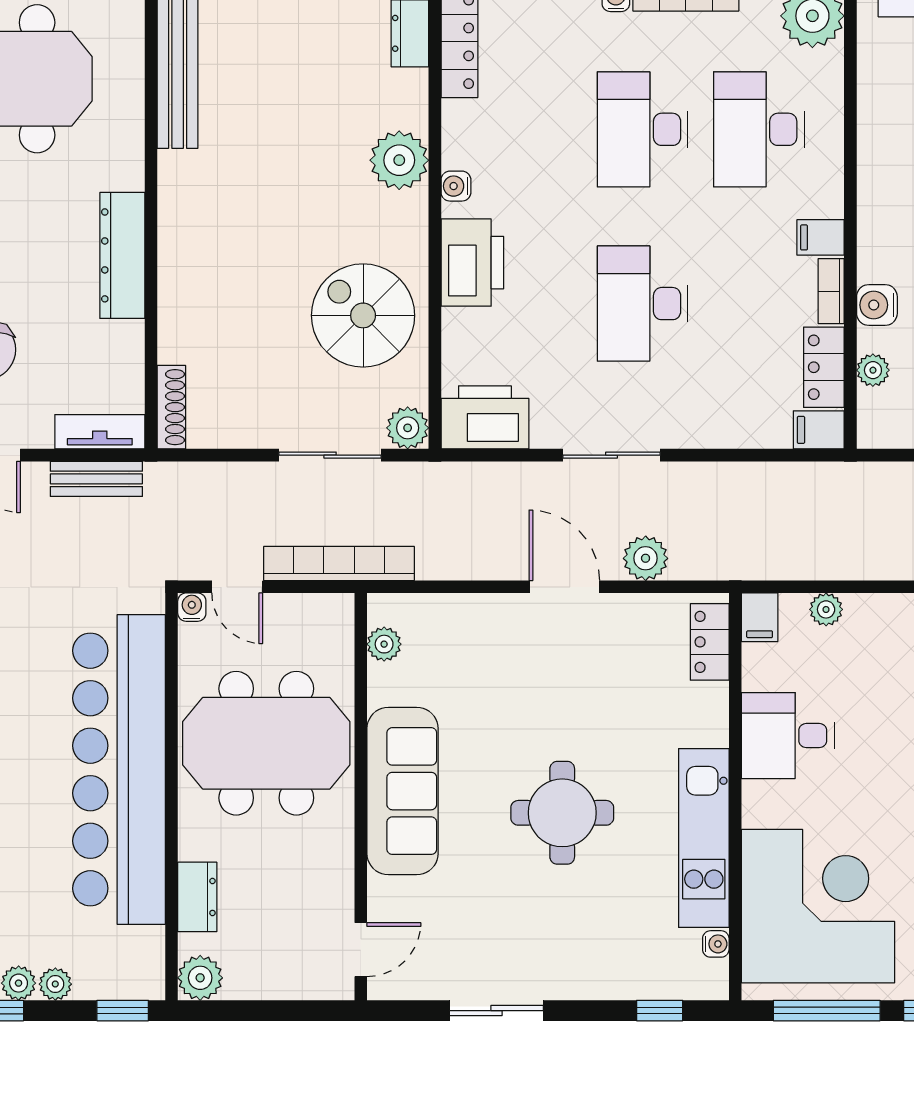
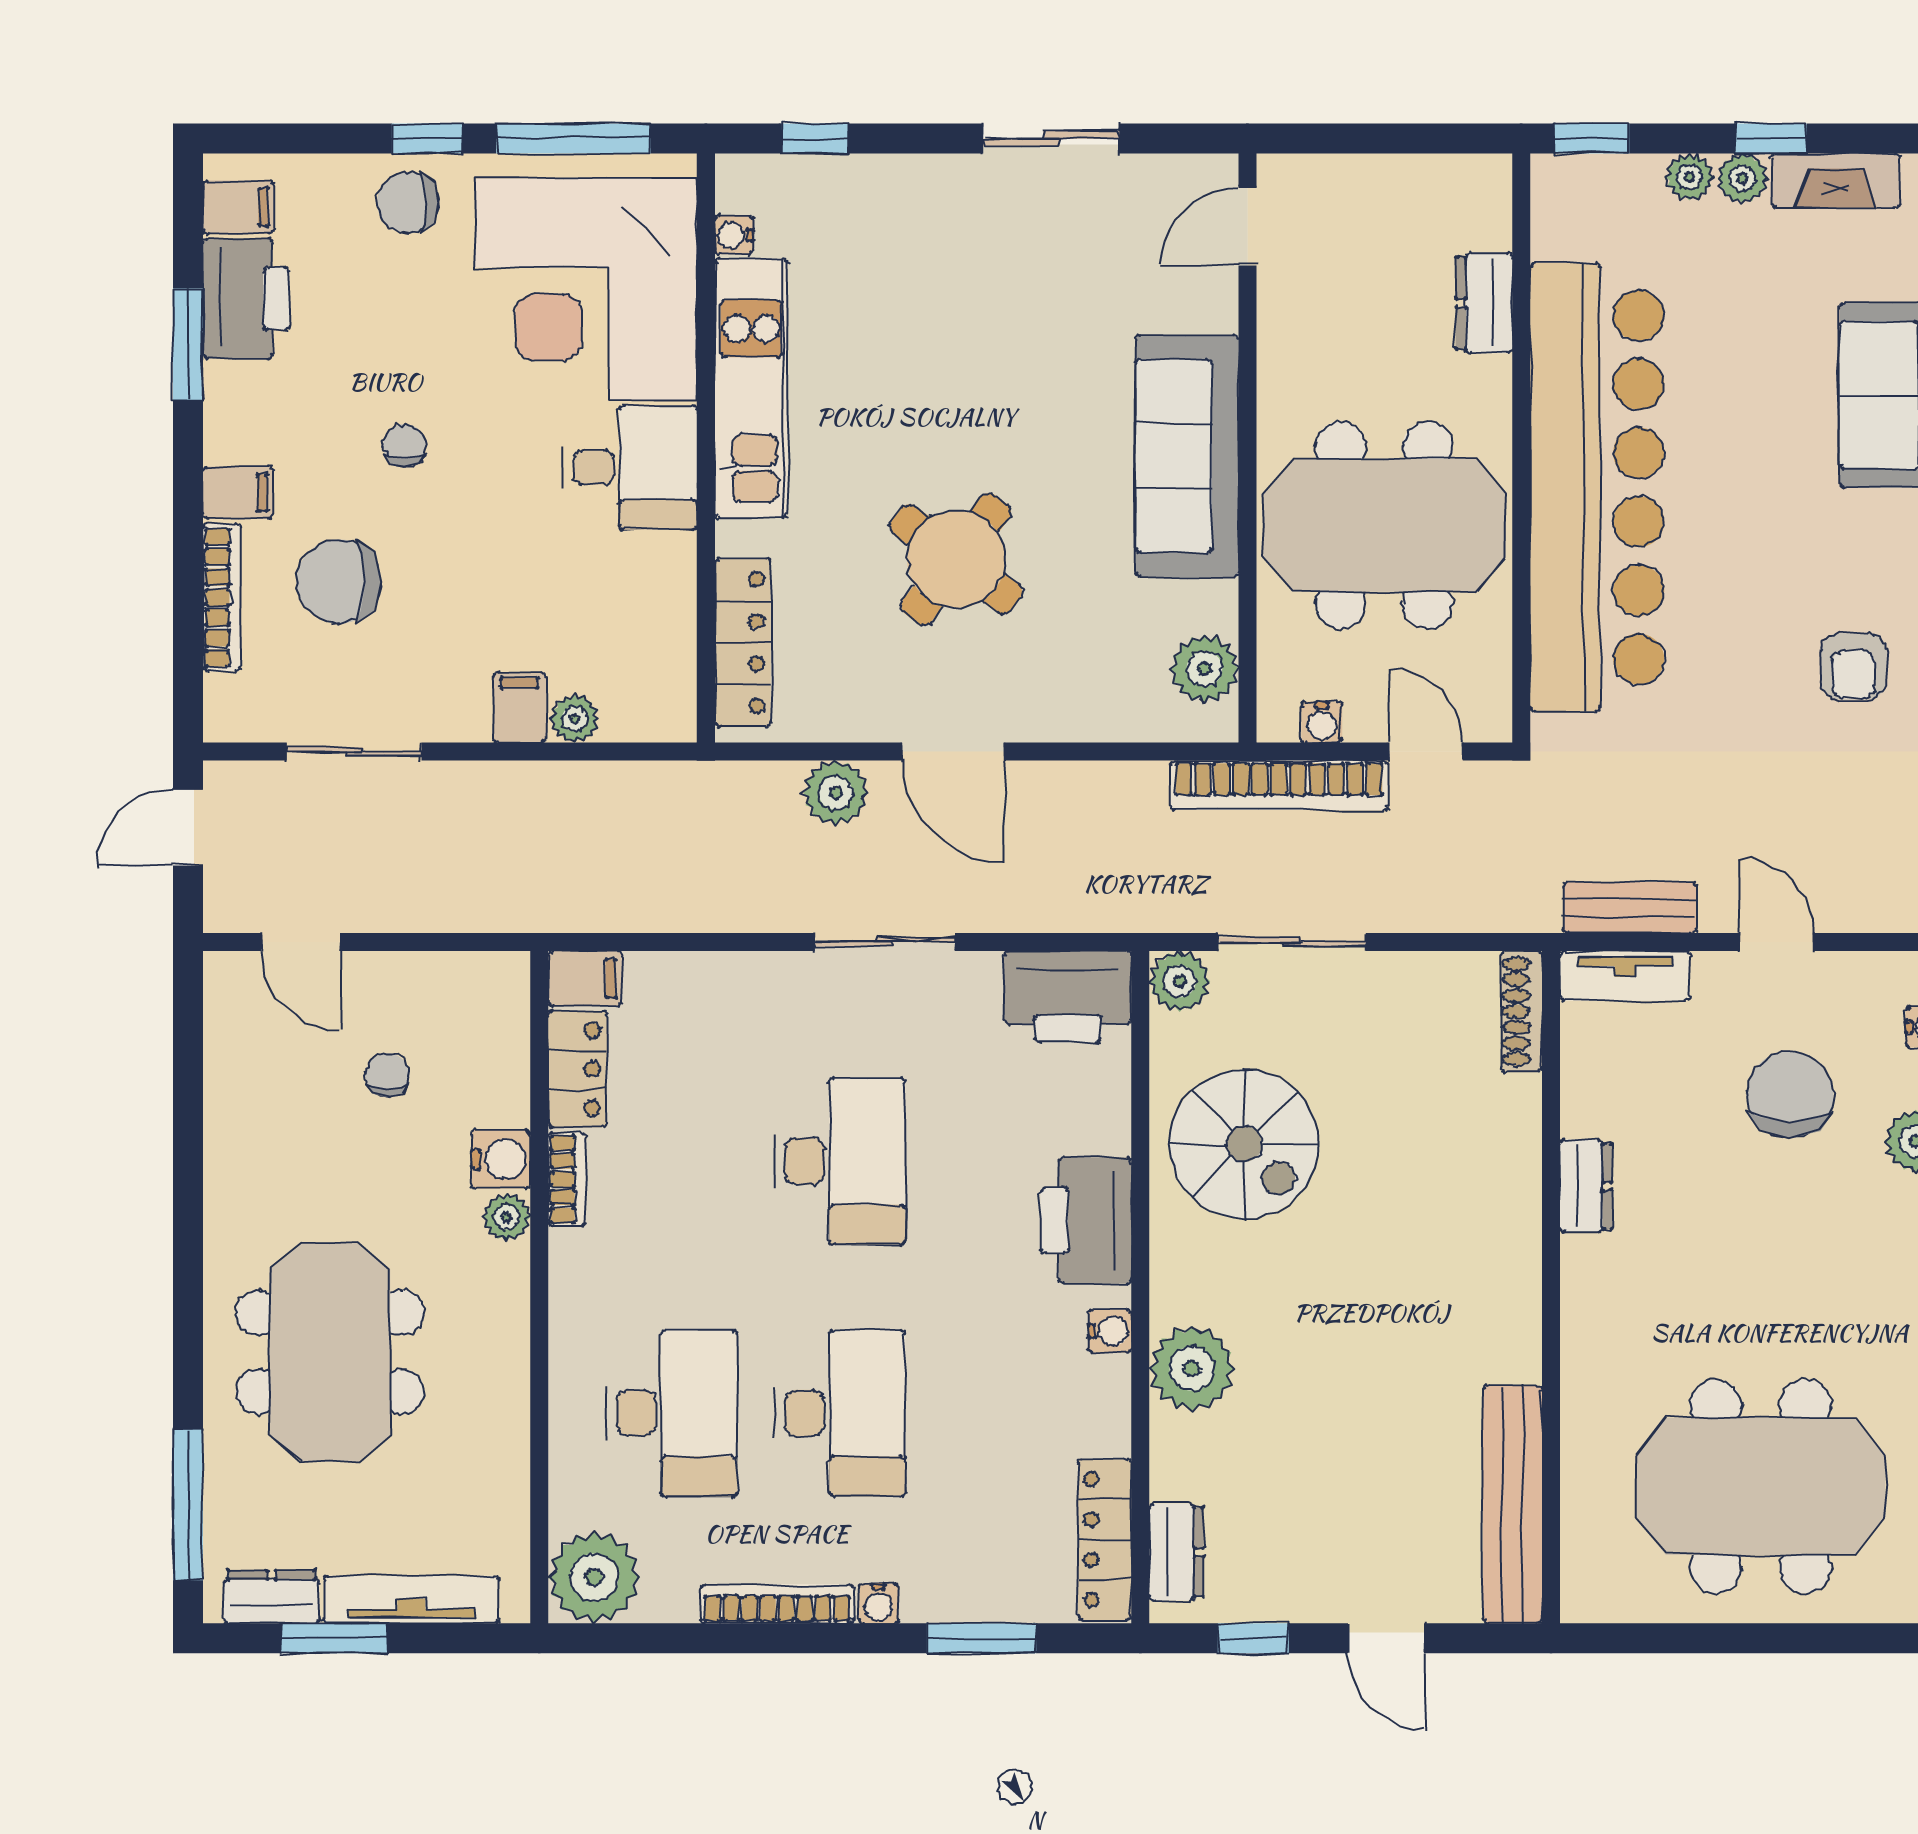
filing cabinet: (821, 237) -> (582, 1257), removed
dresser: (122, 255) -> (1586, 1186), width x0.51, depth x0.80
plant: (873, 370) -> (507, 1217), moved
water cooler: (192, 607) -> (1322, 722), moved
filing cabinet: (760, 617) -> (520, 707), moved
locker: (710, 642) -> (743, 643), width x1.53
plant: (384, 644) -> (1204, 669), width x1.38, depth x1.38
desk: (788, 736) -> (630, 467), moved
round table: (562, 813) -> (956, 559), moved, turned 37
plant: (200, 978) -> (1480, 186), removed

